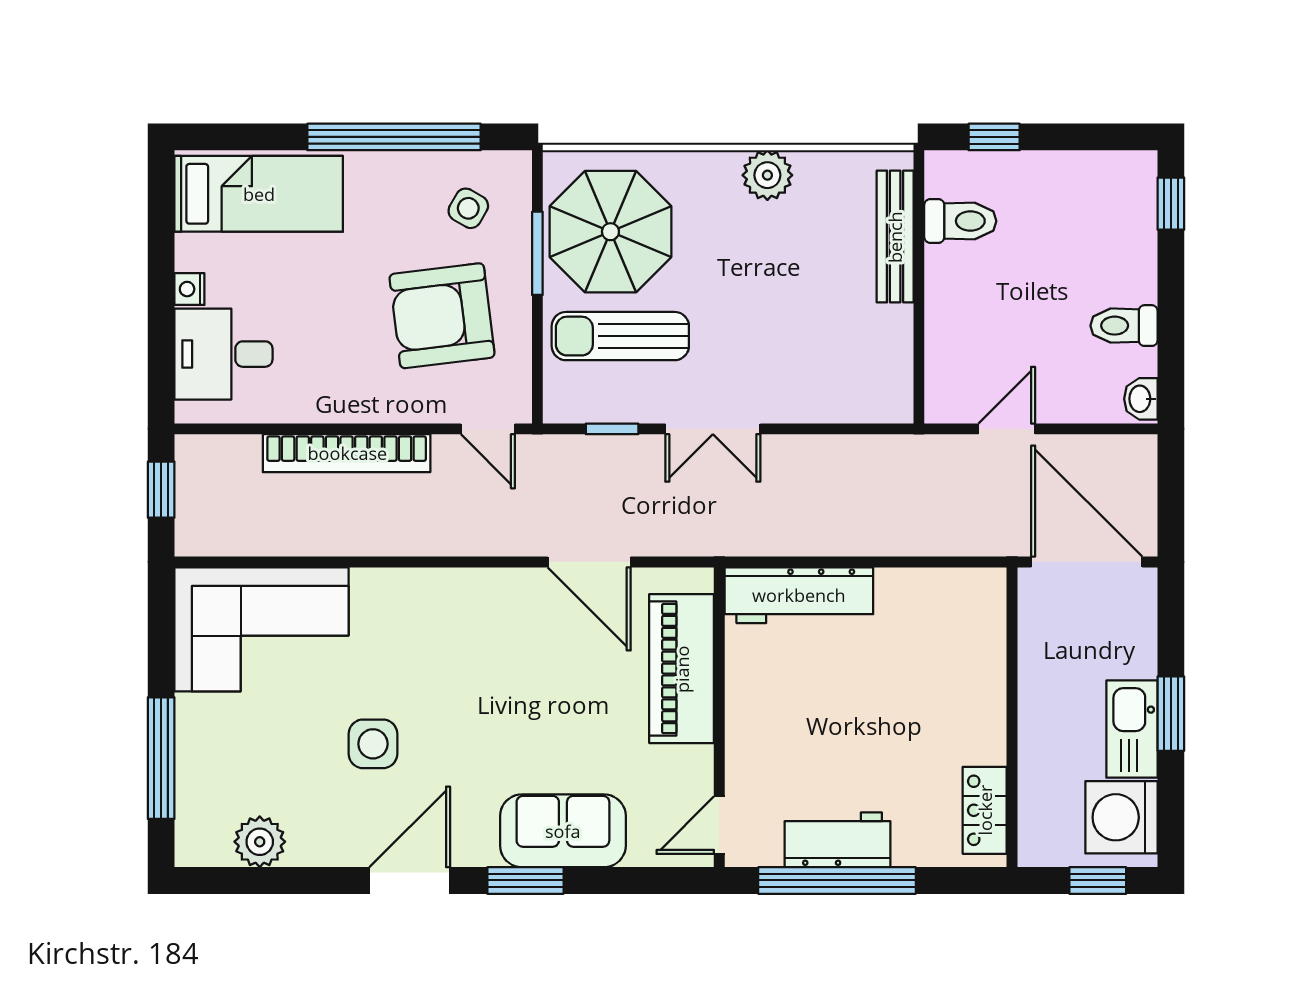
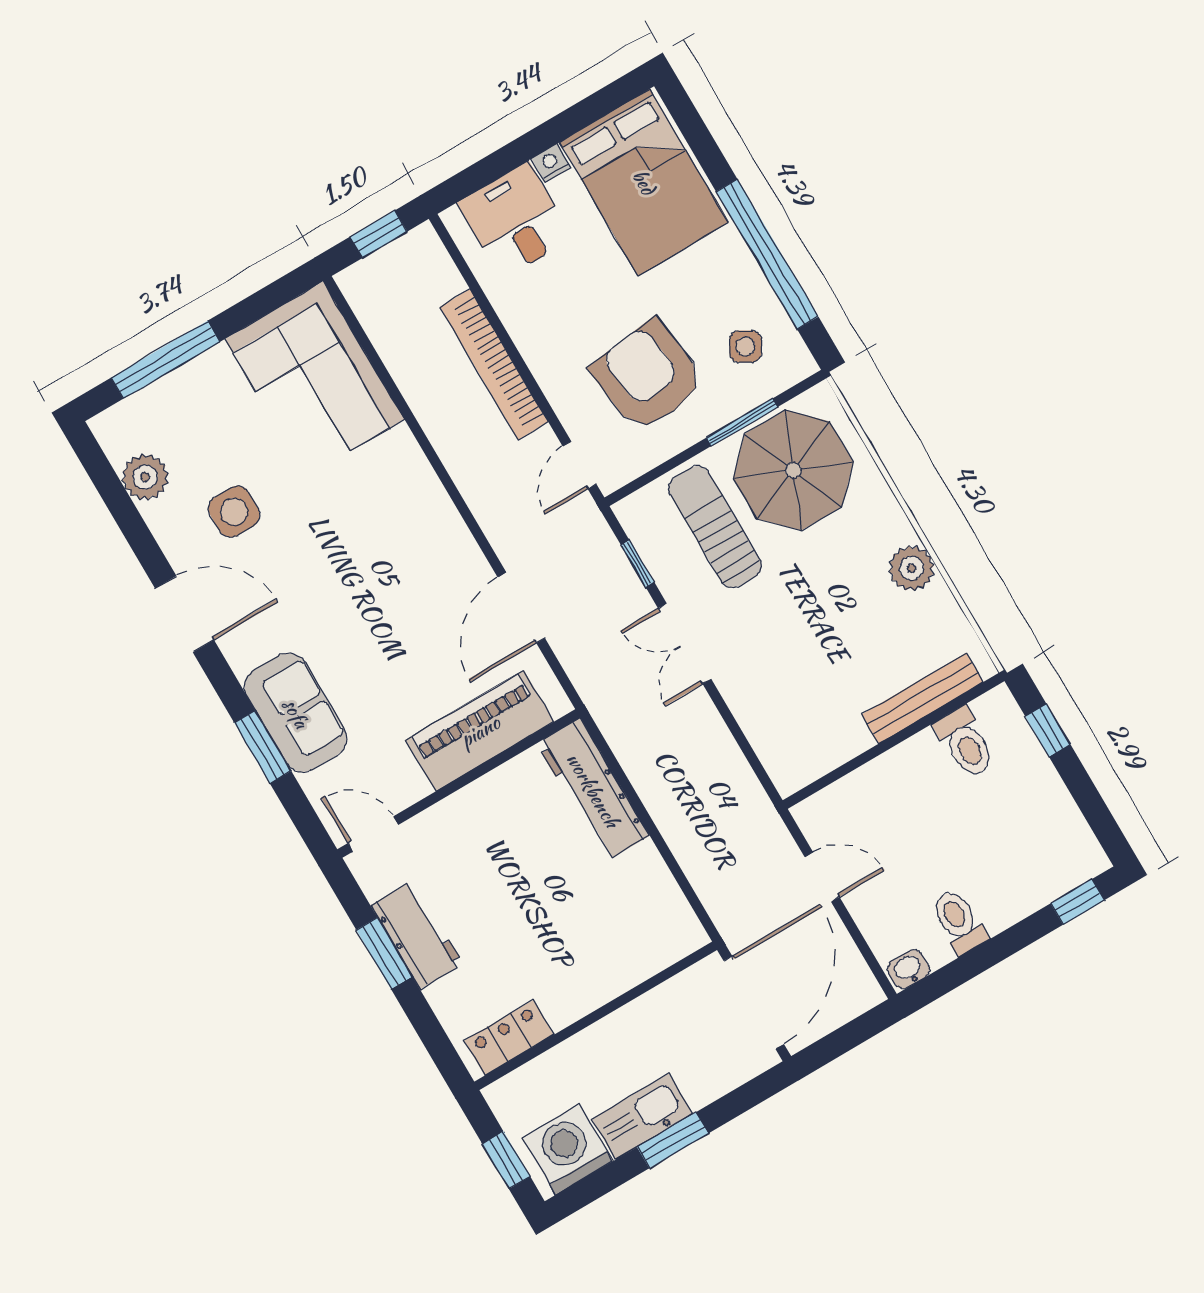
bed: (259, 194) -> (644, 182), width x1.50
side table: (373, 744) -> (234, 512), moved
window: (525, 880) -> (263, 747), moved
window: (837, 880) -> (384, 953), width x0.47

